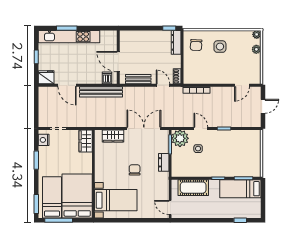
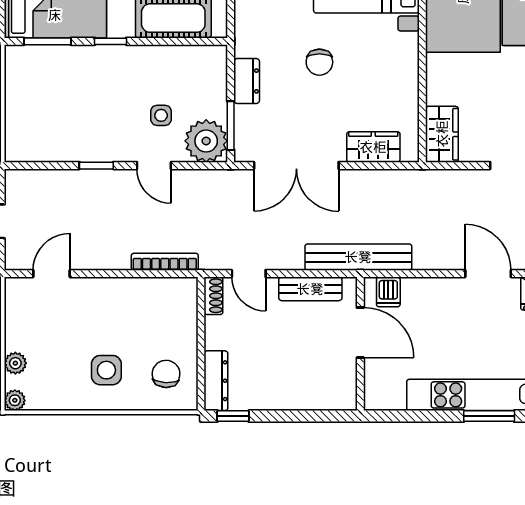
bench: (101, 92) -> (358, 257), moved

